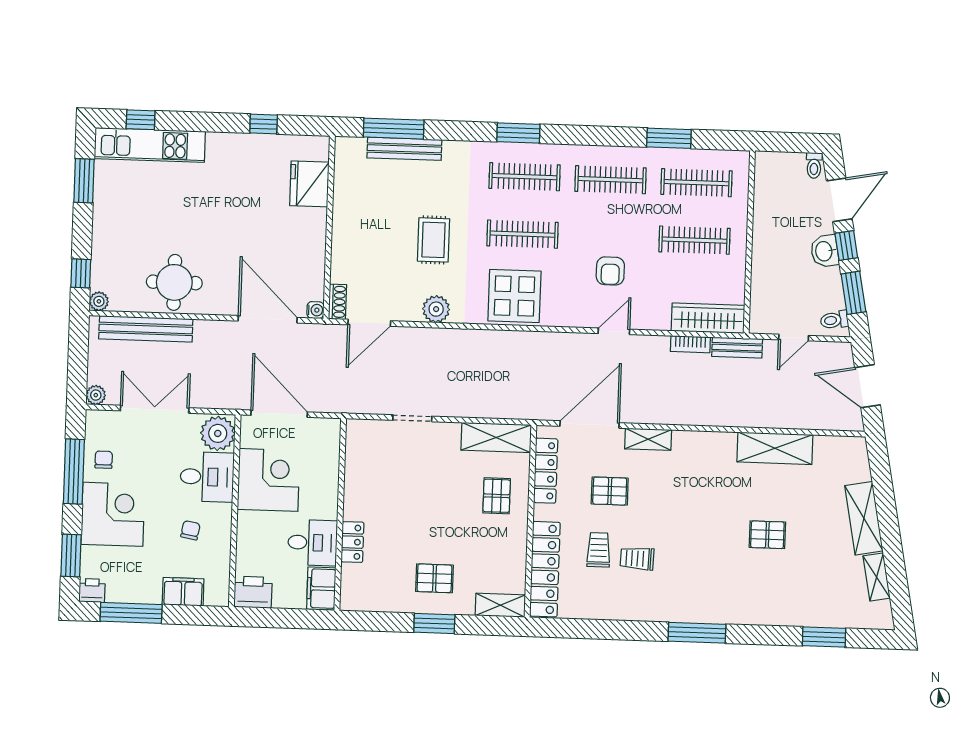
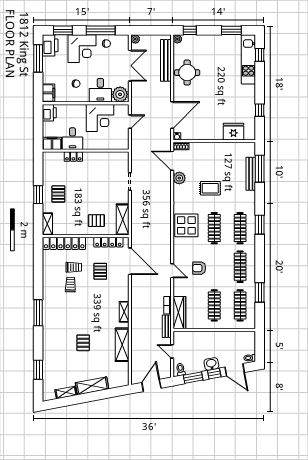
plant: (436, 309) -> (179, 178), moved
door: (279, 414) -> (130, 122), width x0.53
shelving: (648, 439) -> (124, 312), moved
printer: (92, 590) -> (50, 45), width x1.87, depth x1.48
filing cabinet: (183, 592) -> (48, 93), moved

